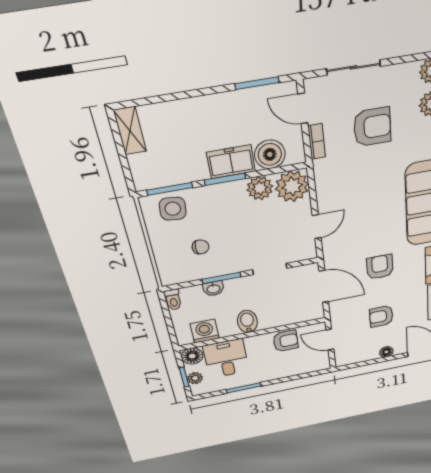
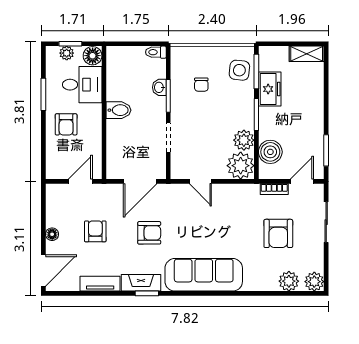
freezer: (231, 162) -> (270, 89), moved
washing machine: (205, 331) -> (117, 72), removed
armchair: (286, 341) -> (66, 124), moved

